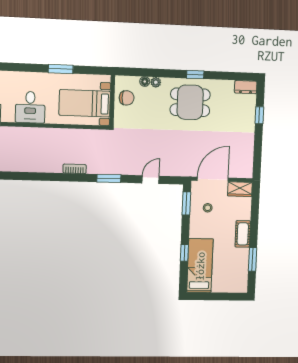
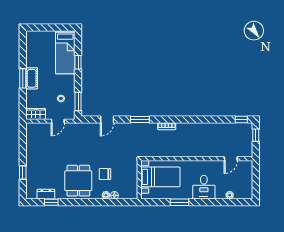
window: (195, 75) -> (51, 202), moved
dresser: (246, 87) -> (46, 194), moved
chair: (127, 98) -> (105, 174), moved
dining table: (190, 102) -> (78, 181), turned 90
desk: (30, 107) -> (204, 187), moved, turned 180
door: (213, 179) -> (58, 121), width x0.53
window: (253, 259) -> (23, 78), moved

